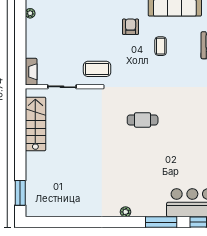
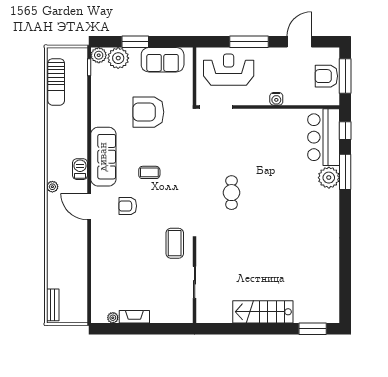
fireplace: (31, 72) -> (134, 317), moved
stairs: (35, 124) -> (263, 312), moved
plant: (126, 212) -> (329, 178), moved, width x1.87, depth x1.87

